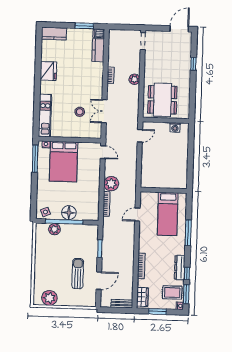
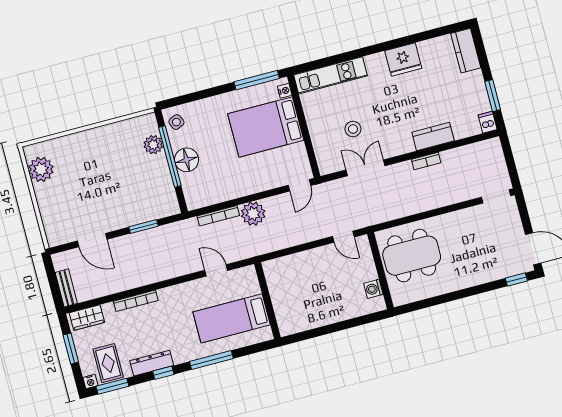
kitchen counter: (98, 50) -> (433, 136), moved
window: (193, 64) -> (516, 279), moved
plant: (134, 79) -> (431, 201), removed
window: (187, 273) -> (163, 373), moved
sun lounger: (78, 274) -> (93, 203), removed

